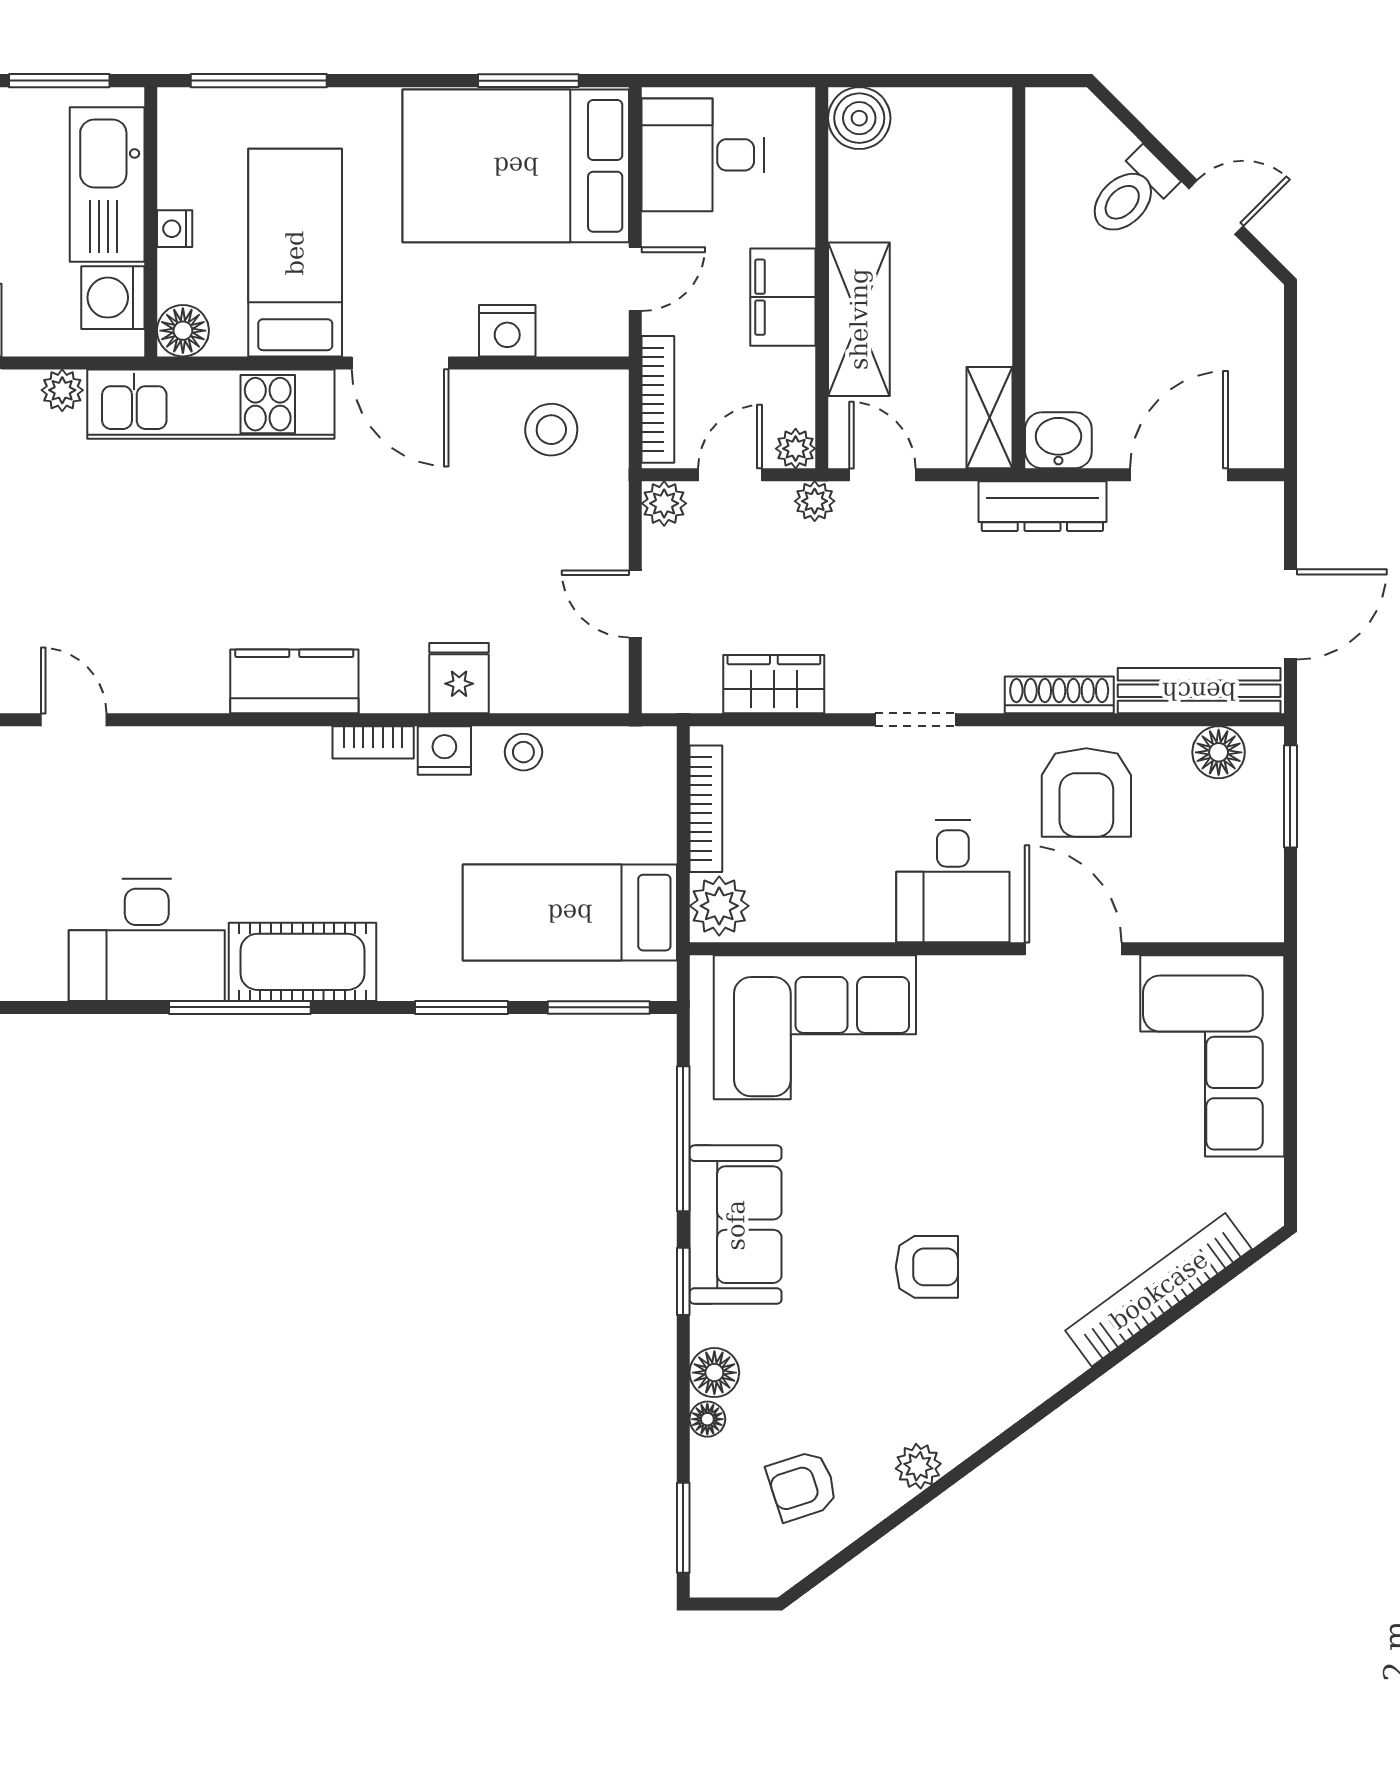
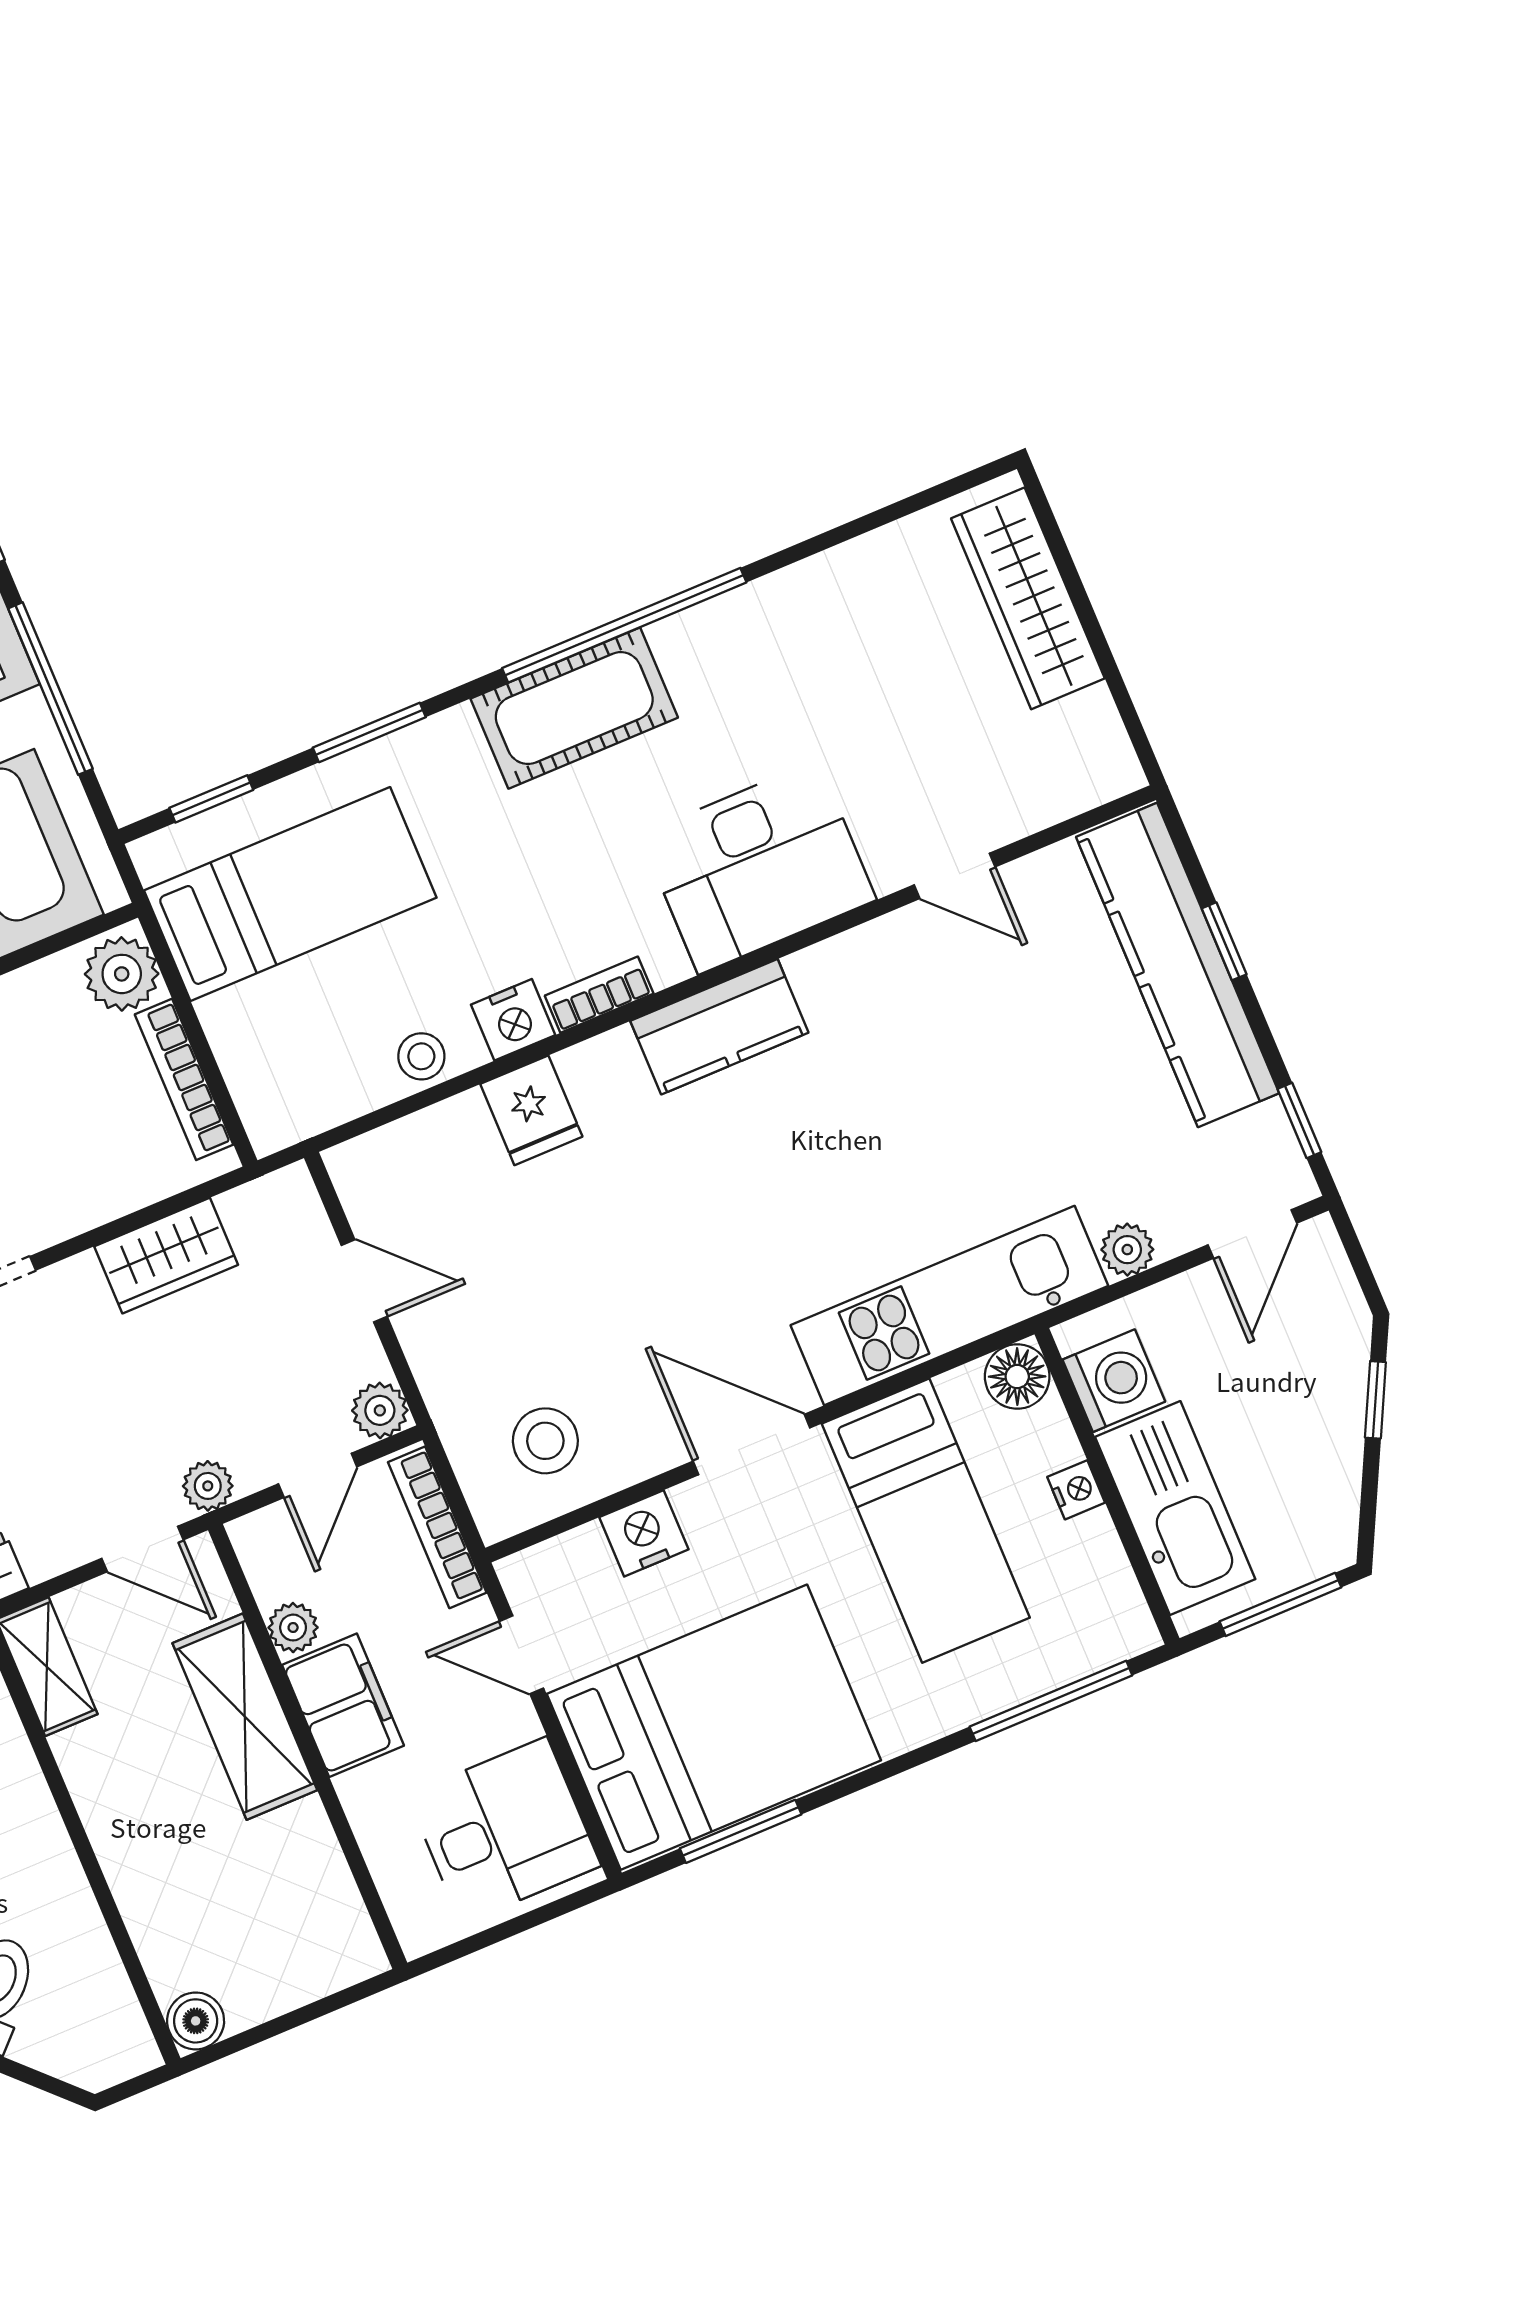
boiler: (859, 118) -> (196, 2021), moved, width x0.73, depth x0.73
door: (635, 279) -> (521, 1655), hinge flipped
plant: (796, 449) -> (293, 1628), moved
desk: (147, 940) -> (758, 867), moved, turned 180
window: (240, 1007) -> (624, 625), width x1.46
window: (599, 1007) -> (211, 799), width x0.67

